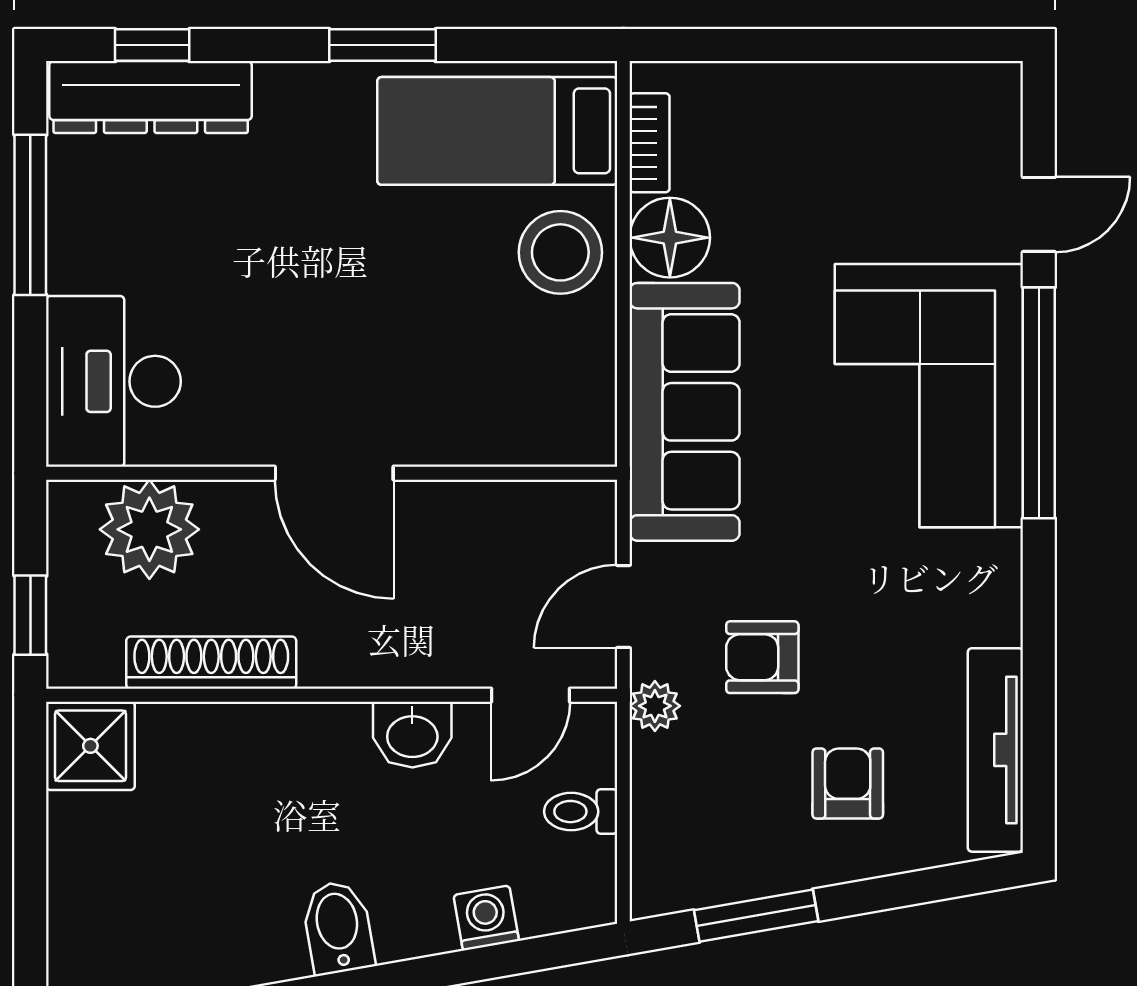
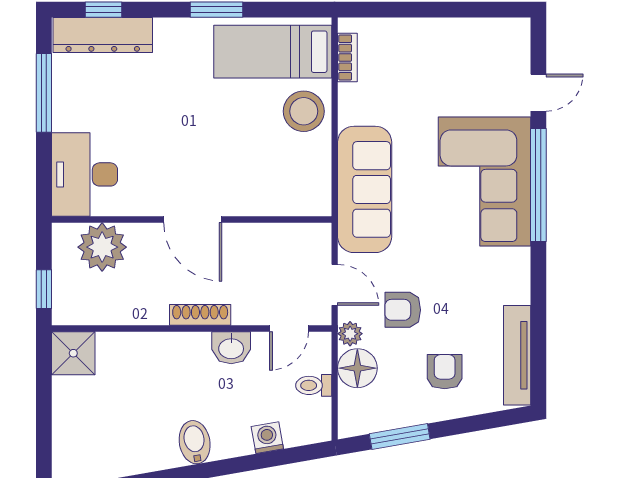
floor lamp: (670, 238) -> (357, 368), moved
door: (623, 606) -> (335, 285), swing flipped
shoe rack: (211, 663) -> (200, 315), moved, width x0.74, depth x0.81

